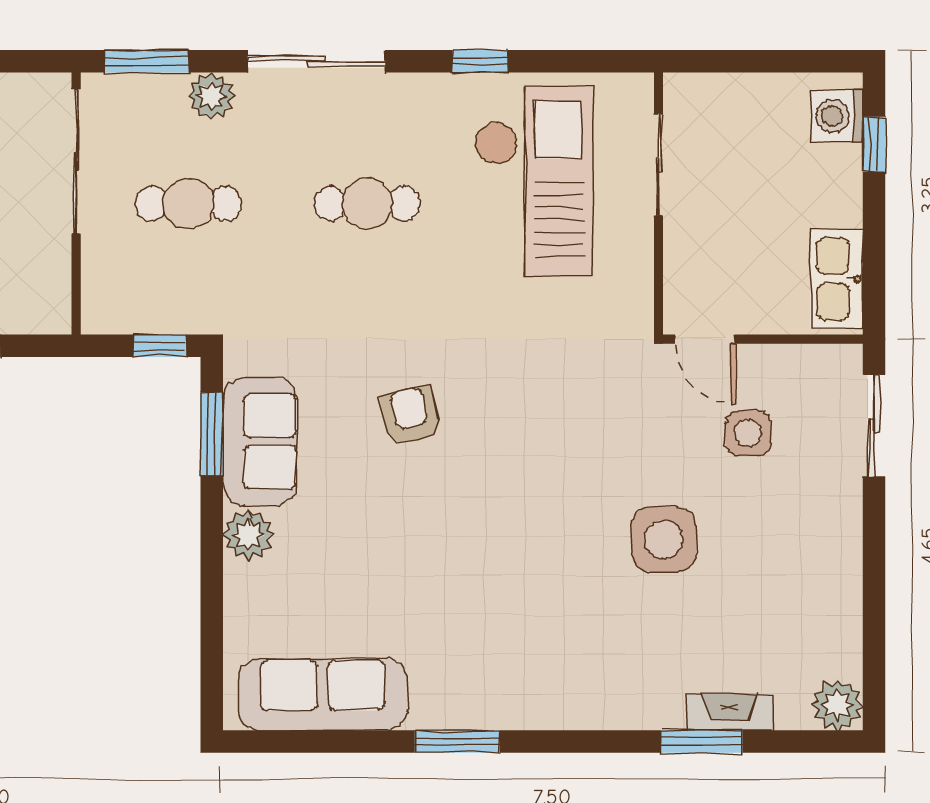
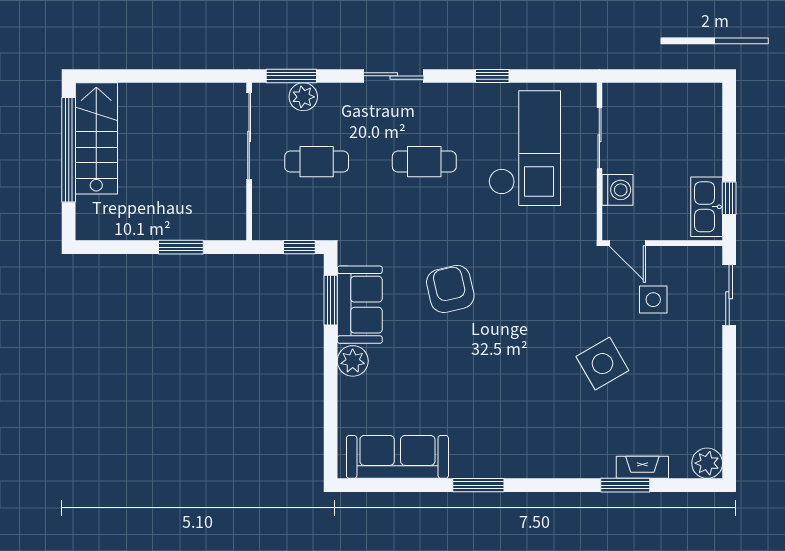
sliding door: (316, 61) -> (394, 76), width x0.73
plant: (211, 96) -> (303, 97), moved
washing machine: (837, 116) -> (618, 190), moved, turned 180
window: (874, 144) -> (729, 198), moved
armchair: (411, 415) -> (450, 289), width x1.38, depth x1.38
side table: (664, 539) -> (602, 364), turned -30

